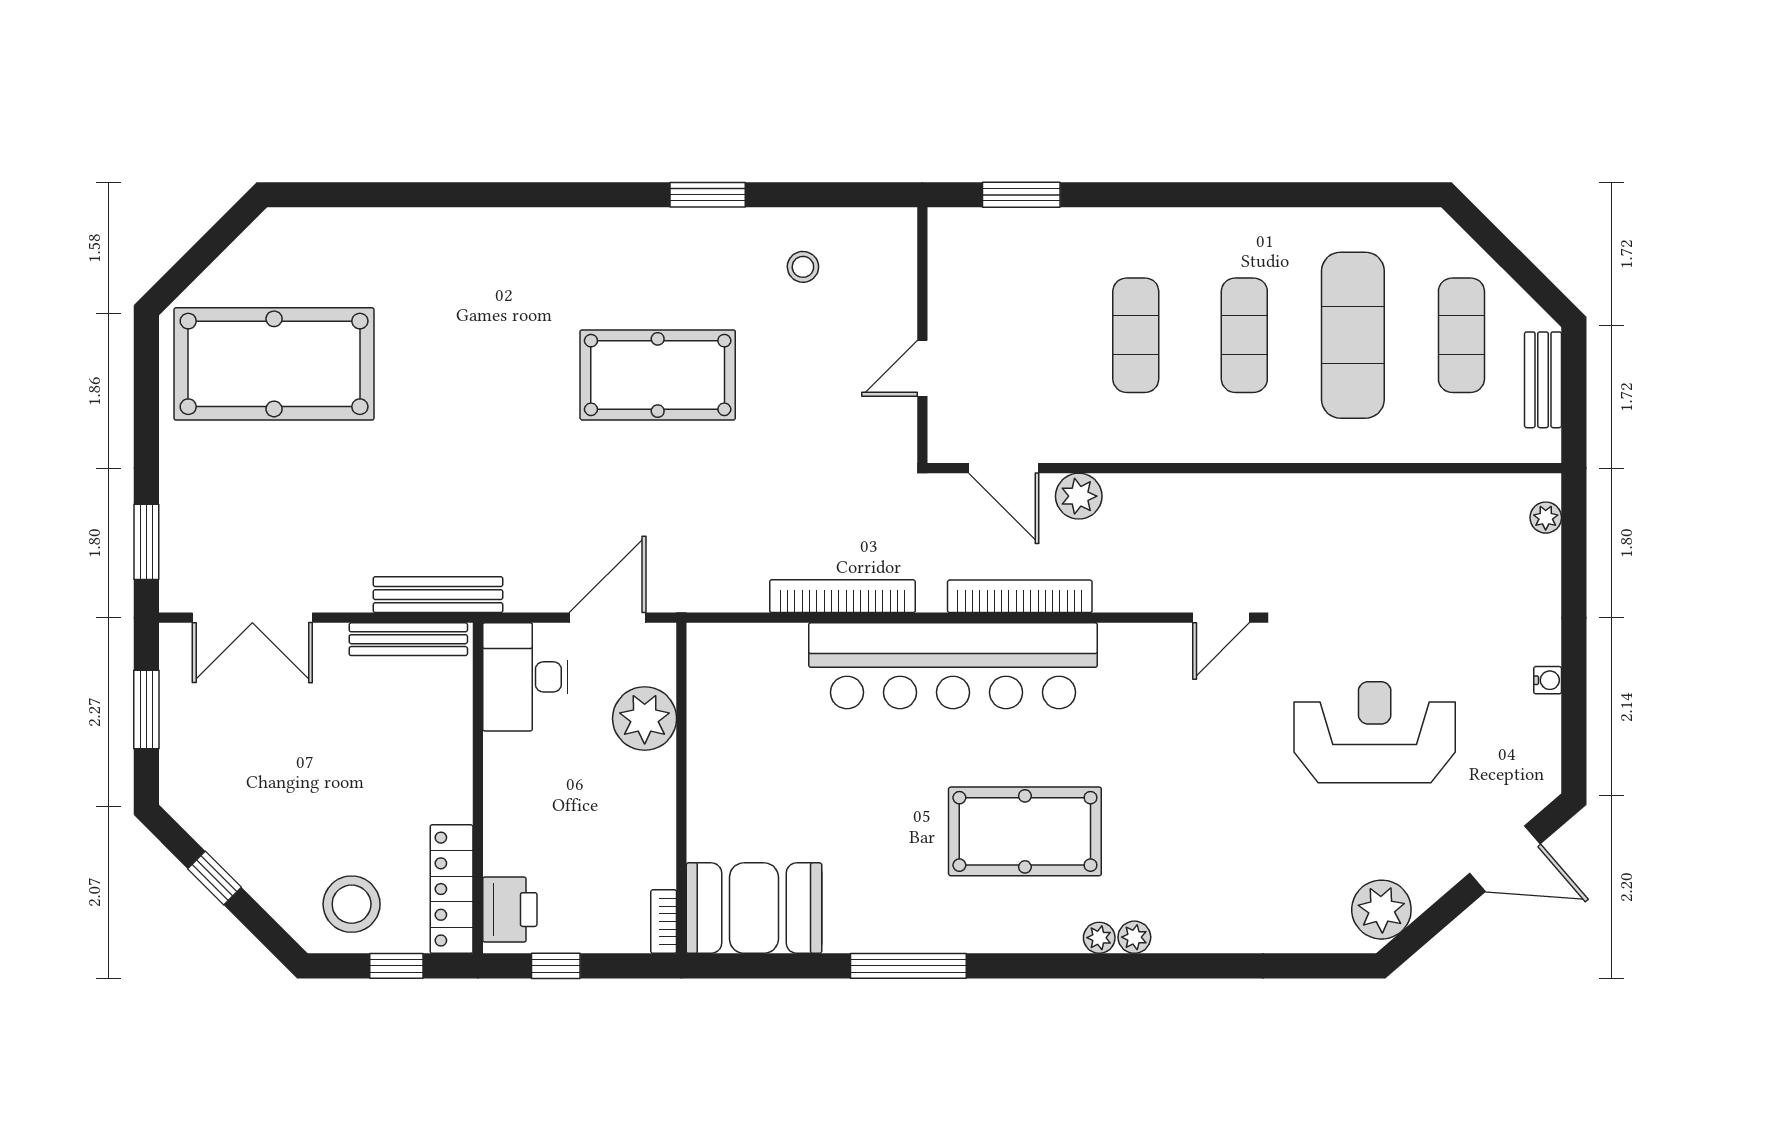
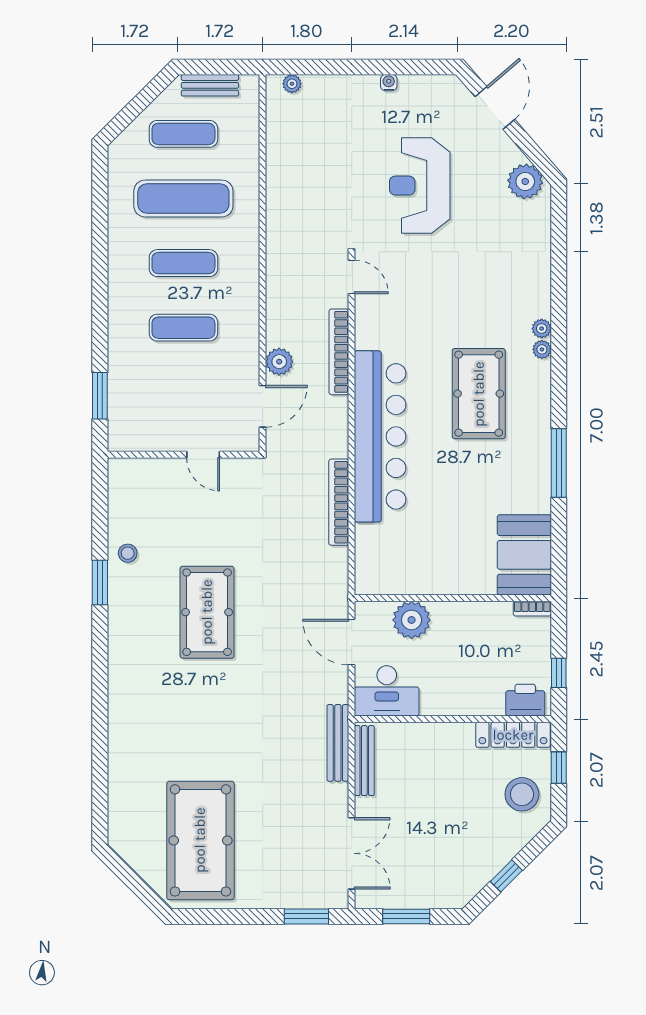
stool: (803, 267) -> (128, 553), moved
bookcase: (1020, 596) -> (339, 352), moved

